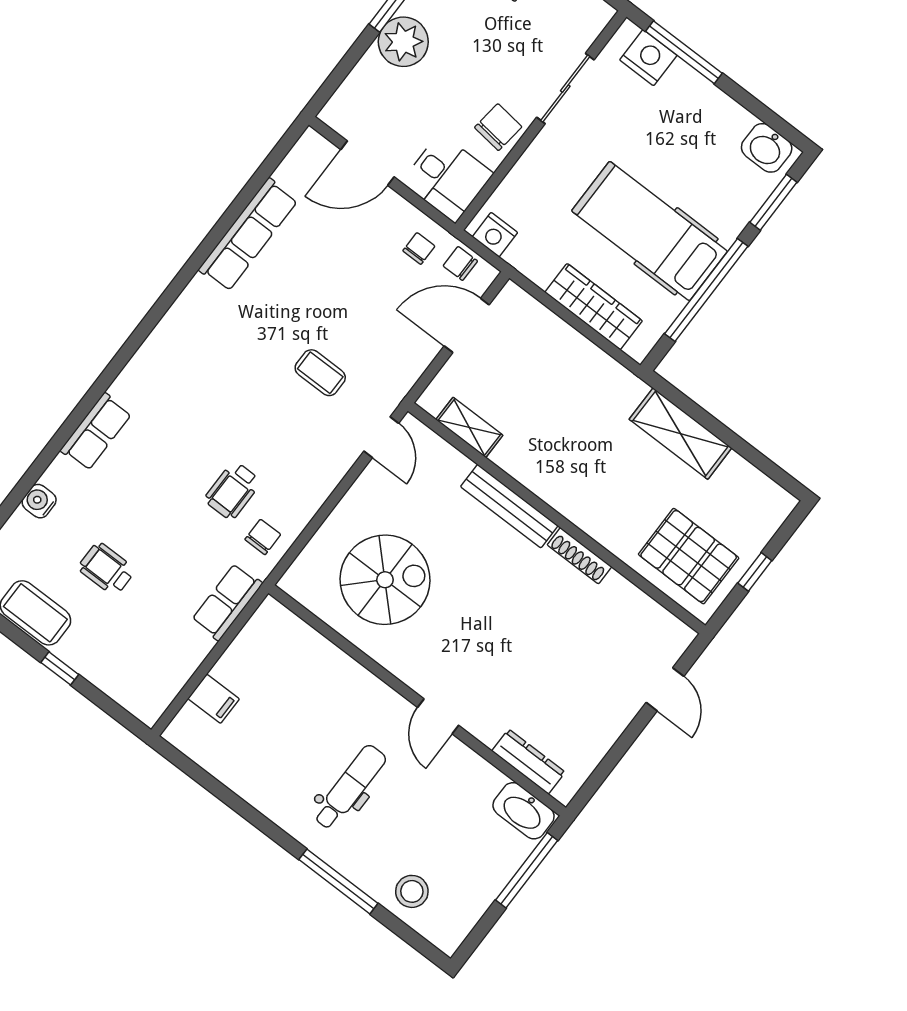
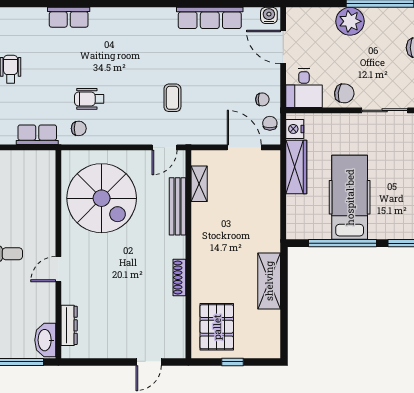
wardrobe: (594, 307) -> (296, 167), moved
water cooler: (39, 501) -> (269, 15), moved
bench: (509, 506) -> (178, 206), moved
spiral stairs: (385, 580) -> (102, 198), width x1.37, depth x1.37

